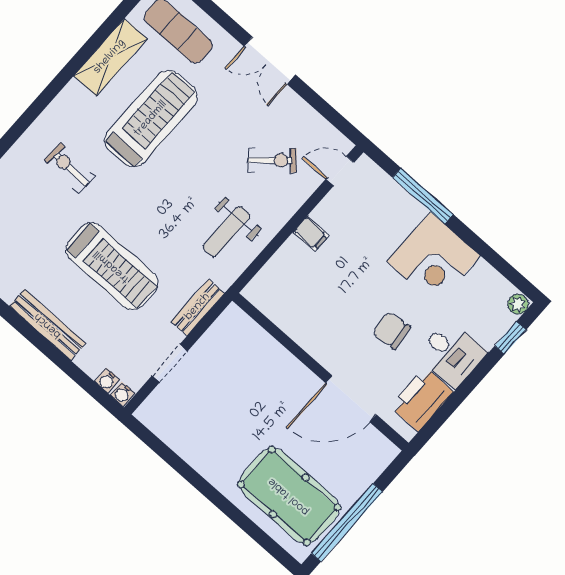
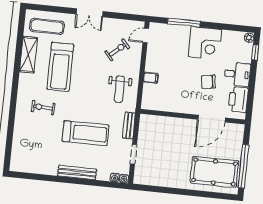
treadmill: (151, 119) -> (60, 67), turned 180
filing cabinet: (311, 234) -> (151, 78), moved

